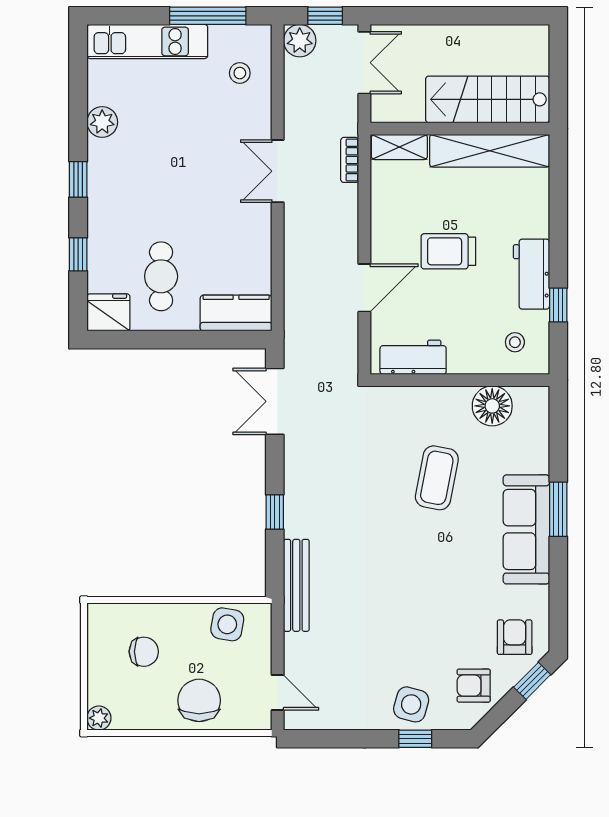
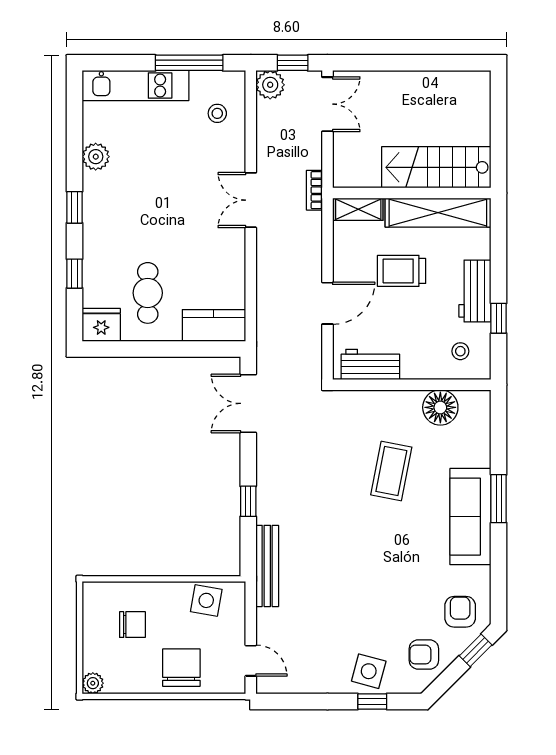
stairs: (488, 99) -> (436, 167), moved
wall: (460, 129) -> (412, 193), moved
shelving: (399, 147) -> (358, 209), moved
shelving: (490, 151) -> (438, 213), moved

